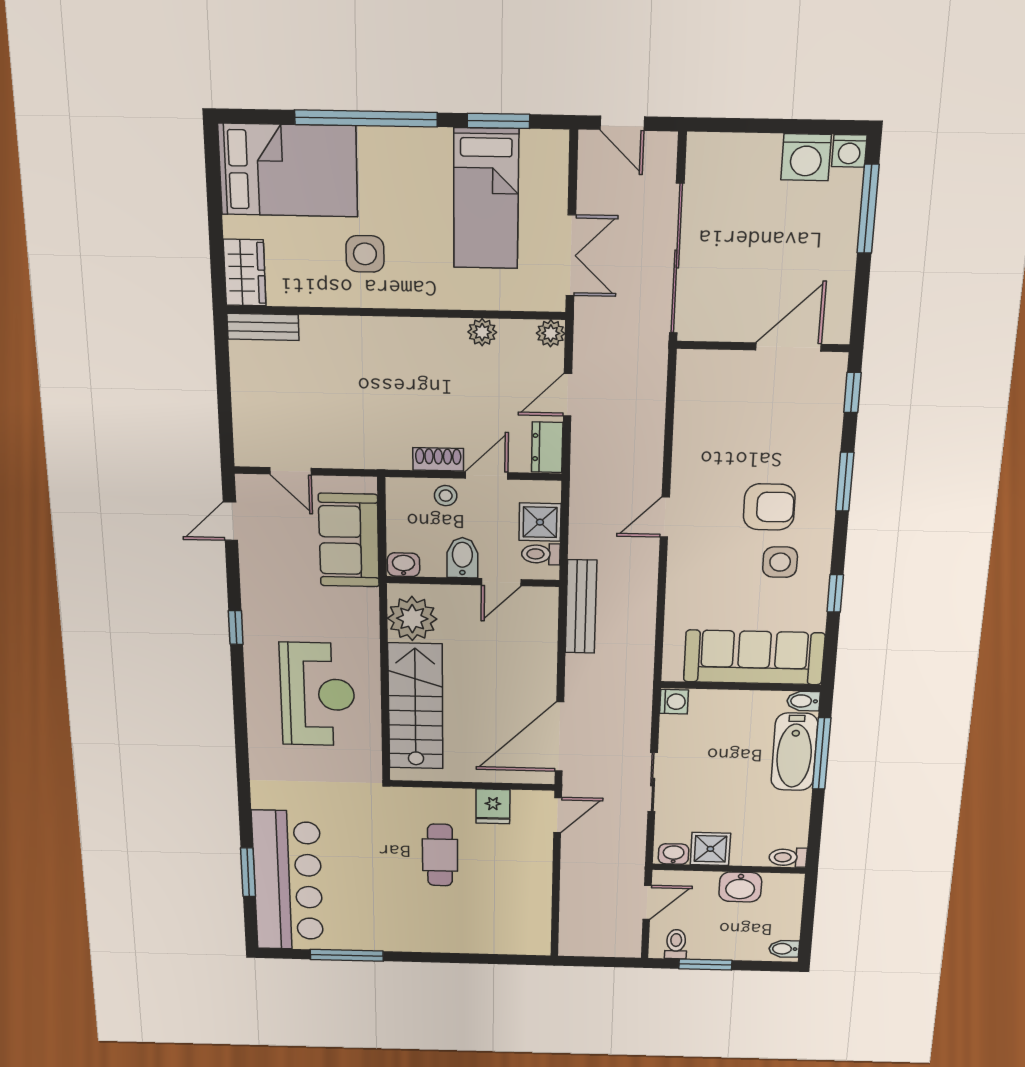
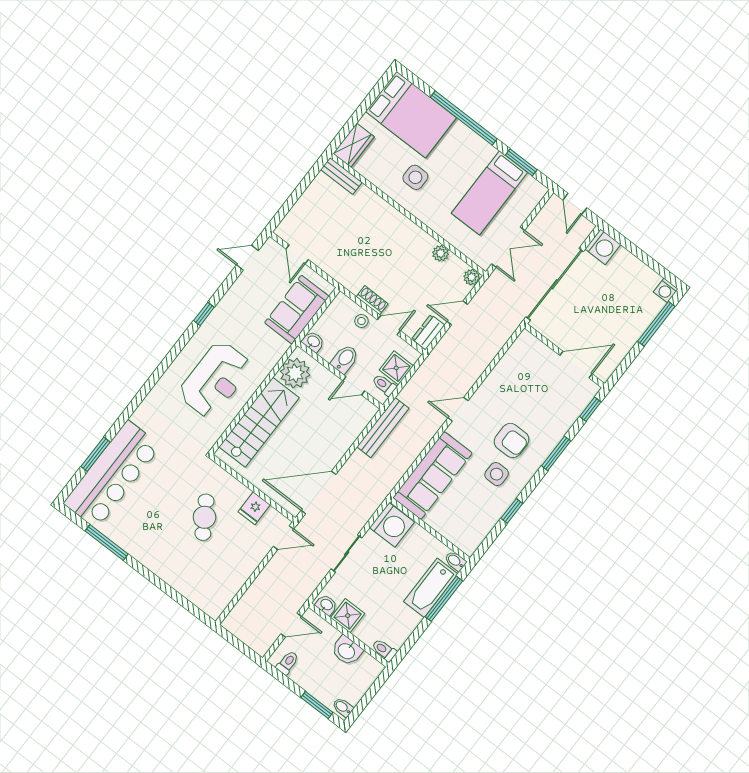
washing machine: (806, 157) -> (603, 247), moved, turned -90
sofa: (754, 657) -> (433, 475), moved, turned 90
washing machine: (674, 702) -> (392, 525), width x1.89, depth x1.89
cafe table: (440, 855) -> (204, 517), turned -32
window: (705, 964) -> (317, 705), moved

